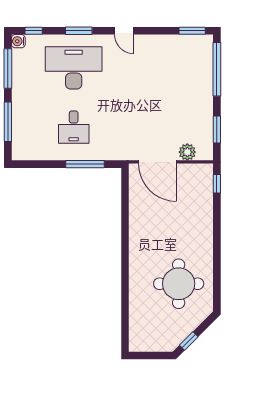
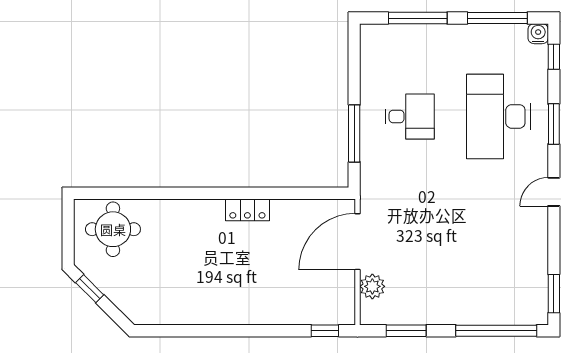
desk: (74, 68) -> (498, 116), turned 180
desk: (74, 127) -> (410, 116), turned 180
locker: (136, 236) -> (247, 210), added
round table: (179, 284) -> (113, 229), moved, width x0.73, depth x0.73

